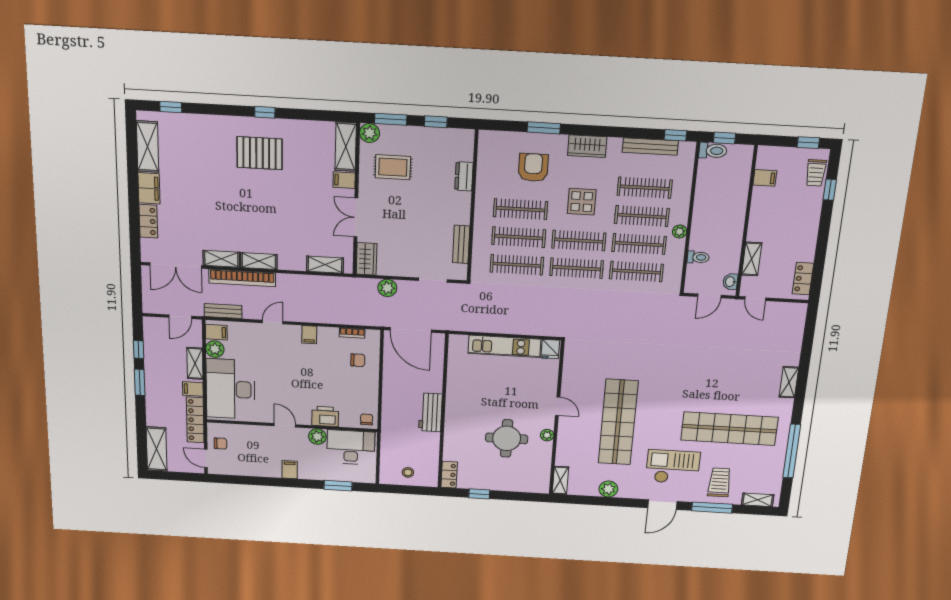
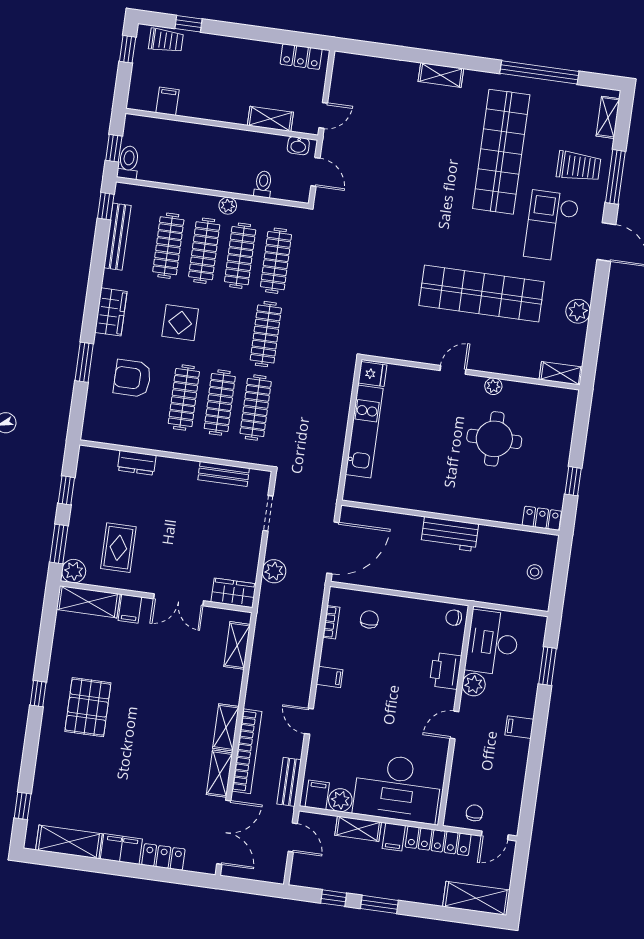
clothes rail: (579, 241) -> (230, 329), removed
trolley: (719, 482) -> (579, 166), turned 180

